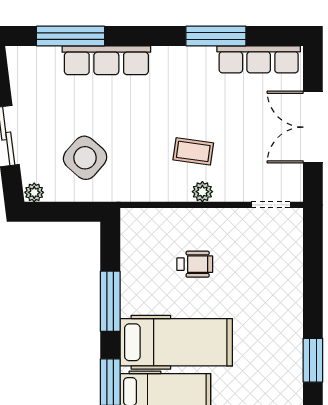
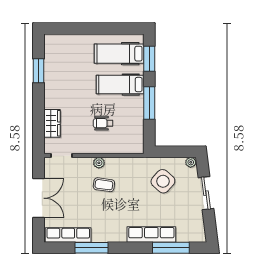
wardrobe: (288, 264) -> (52, 123), added
hospital bed: (176, 342) -> (120, 85), width x0.73, depth x0.78

